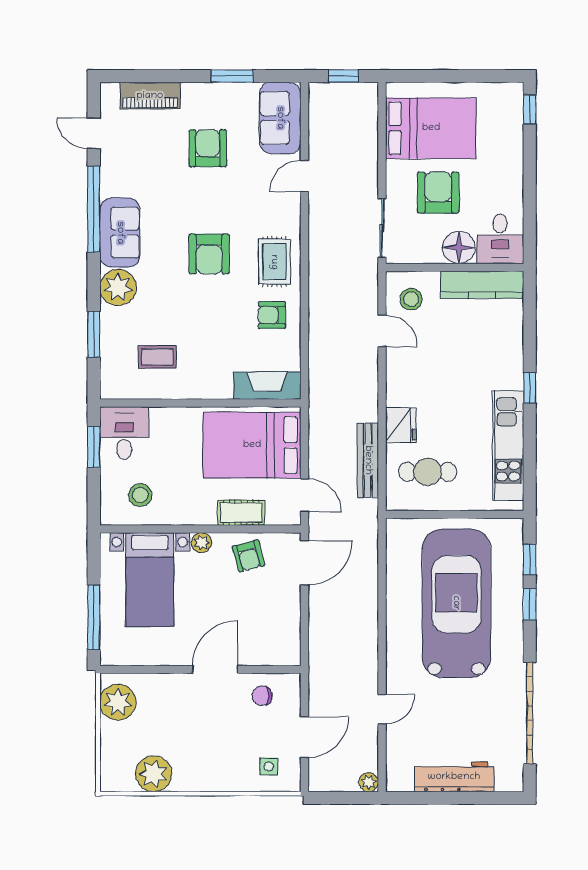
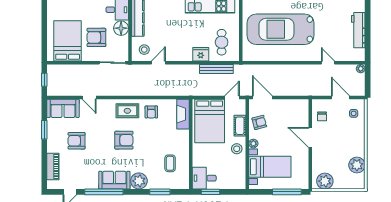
stool: (140, 495) -> (237, 149), moved

